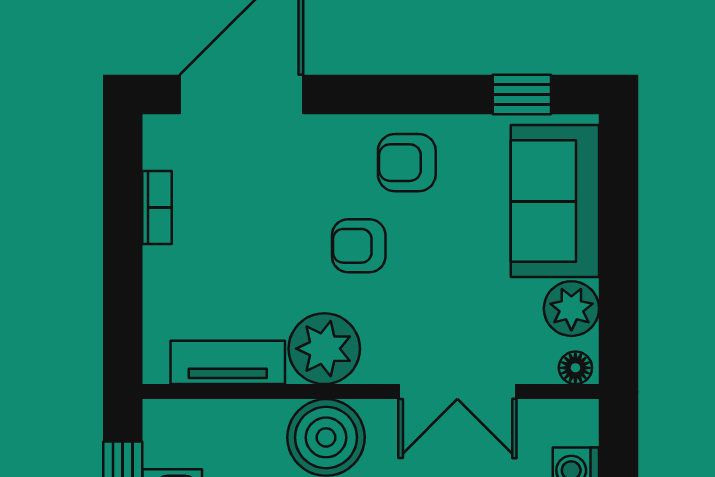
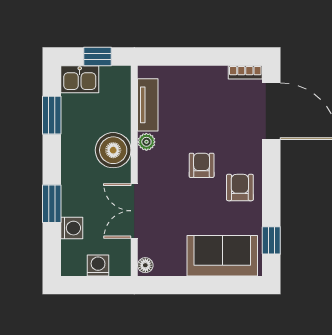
bookcase: (157, 207) -> (245, 72), moved
plant: (571, 309) -> (173, 263), removed
plant: (324, 349) -> (146, 142), width x0.53, depth x0.53

